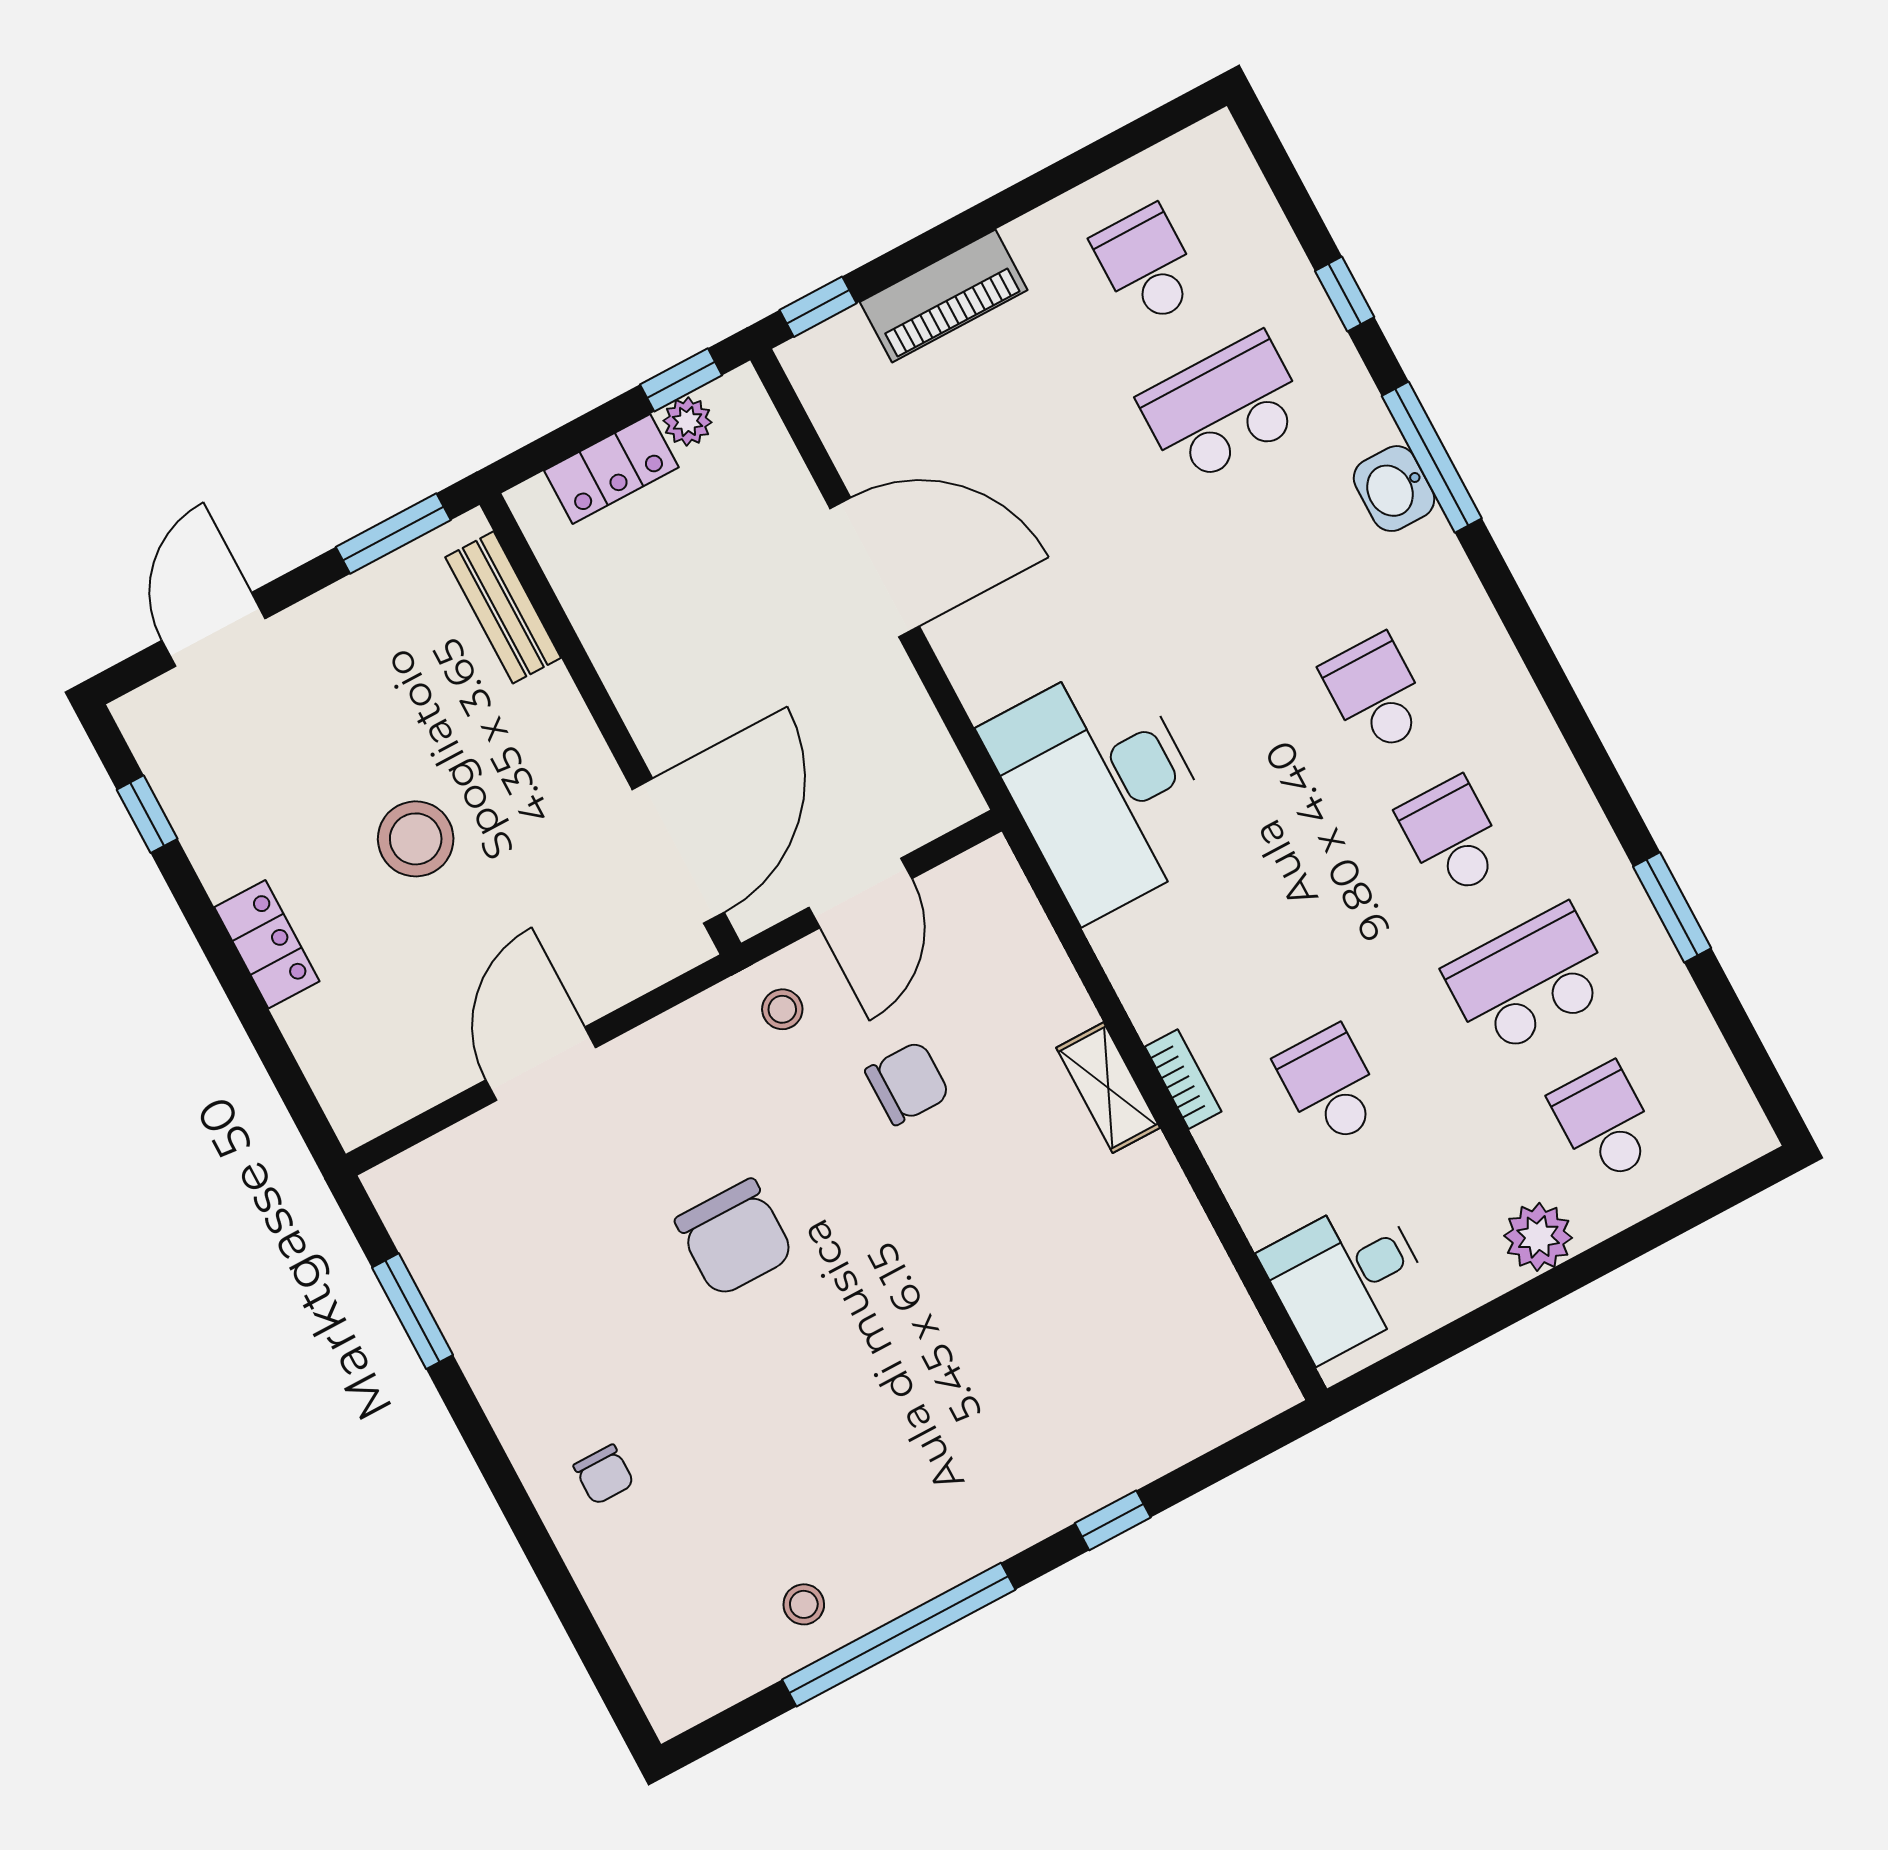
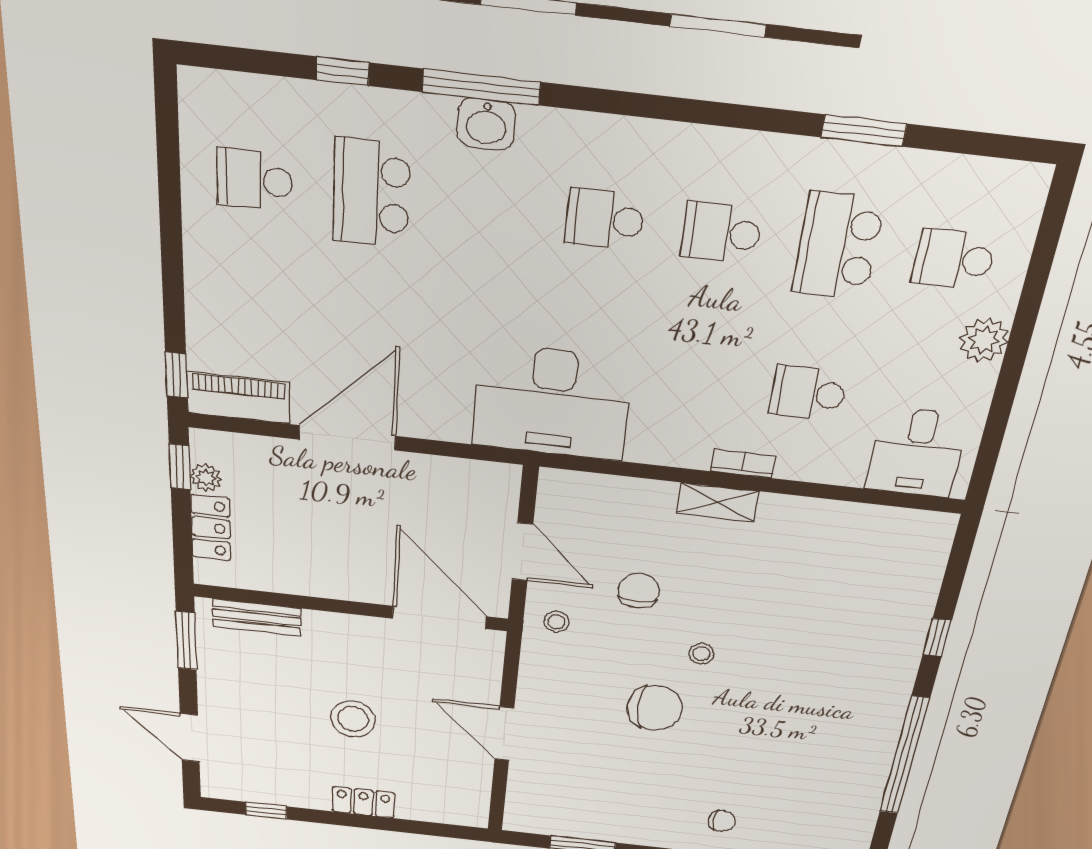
piano: (944, 296) -> (238, 398), moved, turned -90
stool: (804, 1604) -> (701, 654), moved

